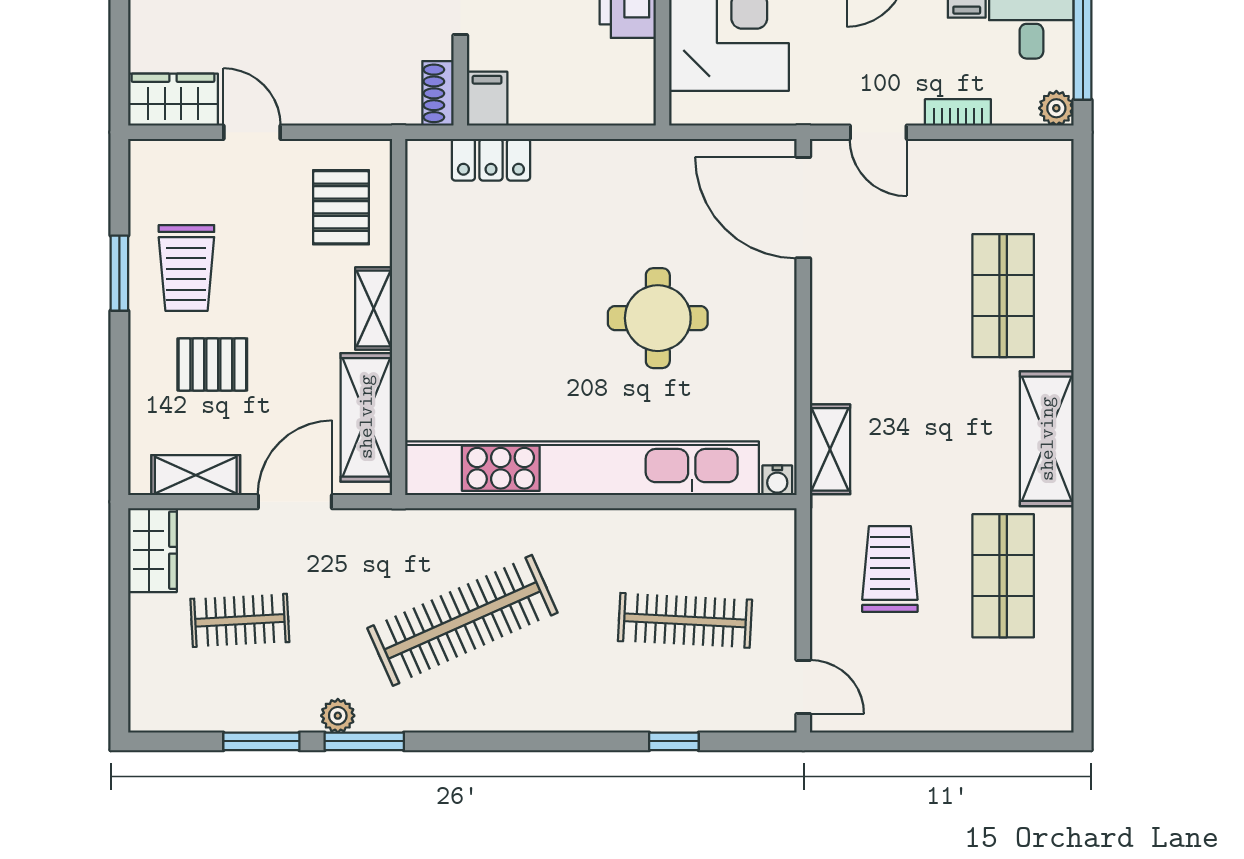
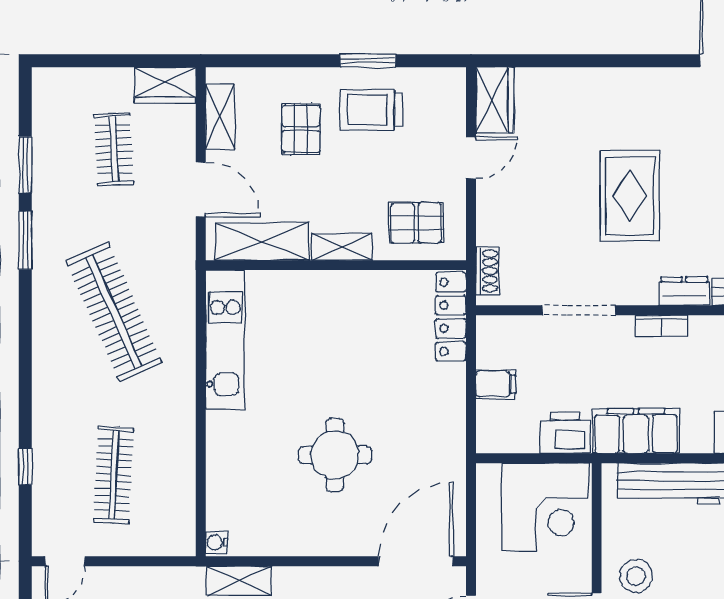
shoe rack: (438, 93) -> (487, 271), moved, turned 90
filing cabinet: (487, 99) -> (496, 384), moved
locker: (491, 160) -> (451, 317), width x1.53
kitchen unit: (582, 468) -> (225, 340), width x0.54
plant: (338, 716) -> (44, 221), removed

